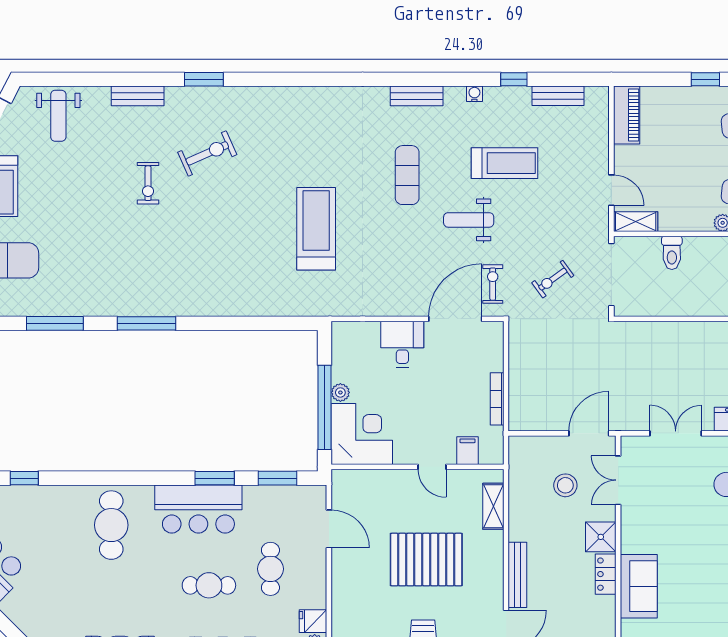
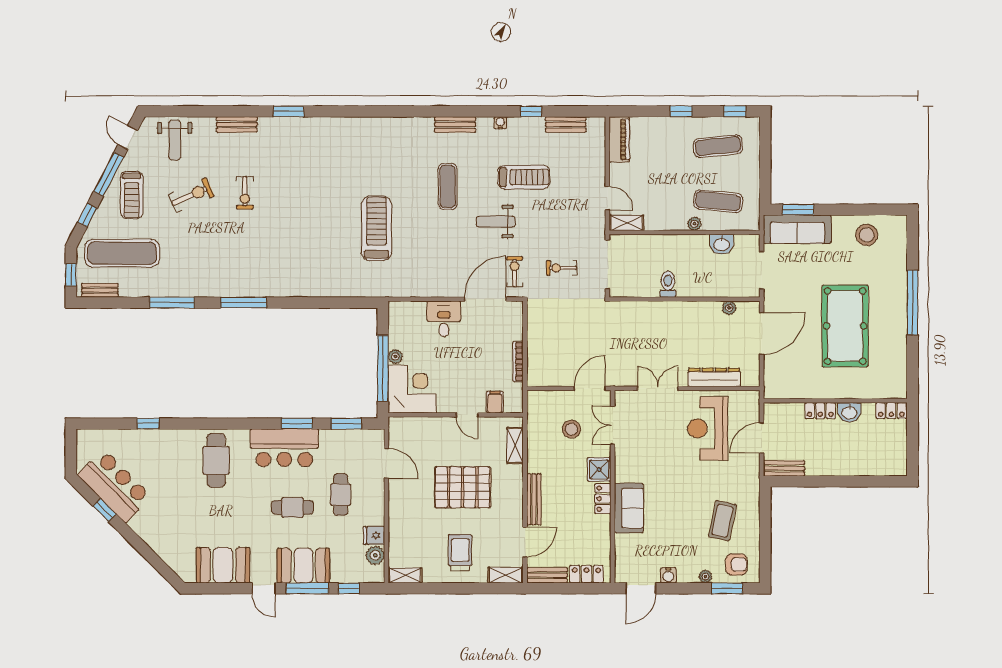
exercise bike: (207, 153) -> (191, 195), moved
toilet: (672, 253) -> (668, 284), moved, turned 180
exercise bike: (553, 279) -> (562, 268), turned 36

